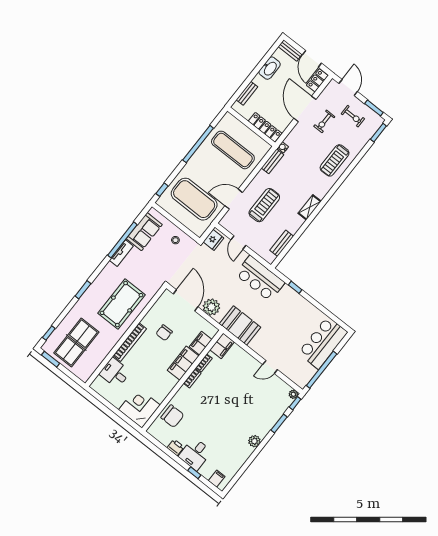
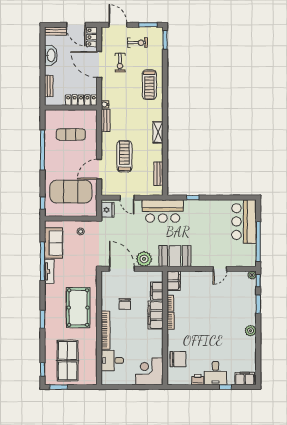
exercise mat: (233, 150) -> (71, 134), width x0.73, depth x0.69
filing cabinet: (217, 479) -> (245, 379), width x2.00

